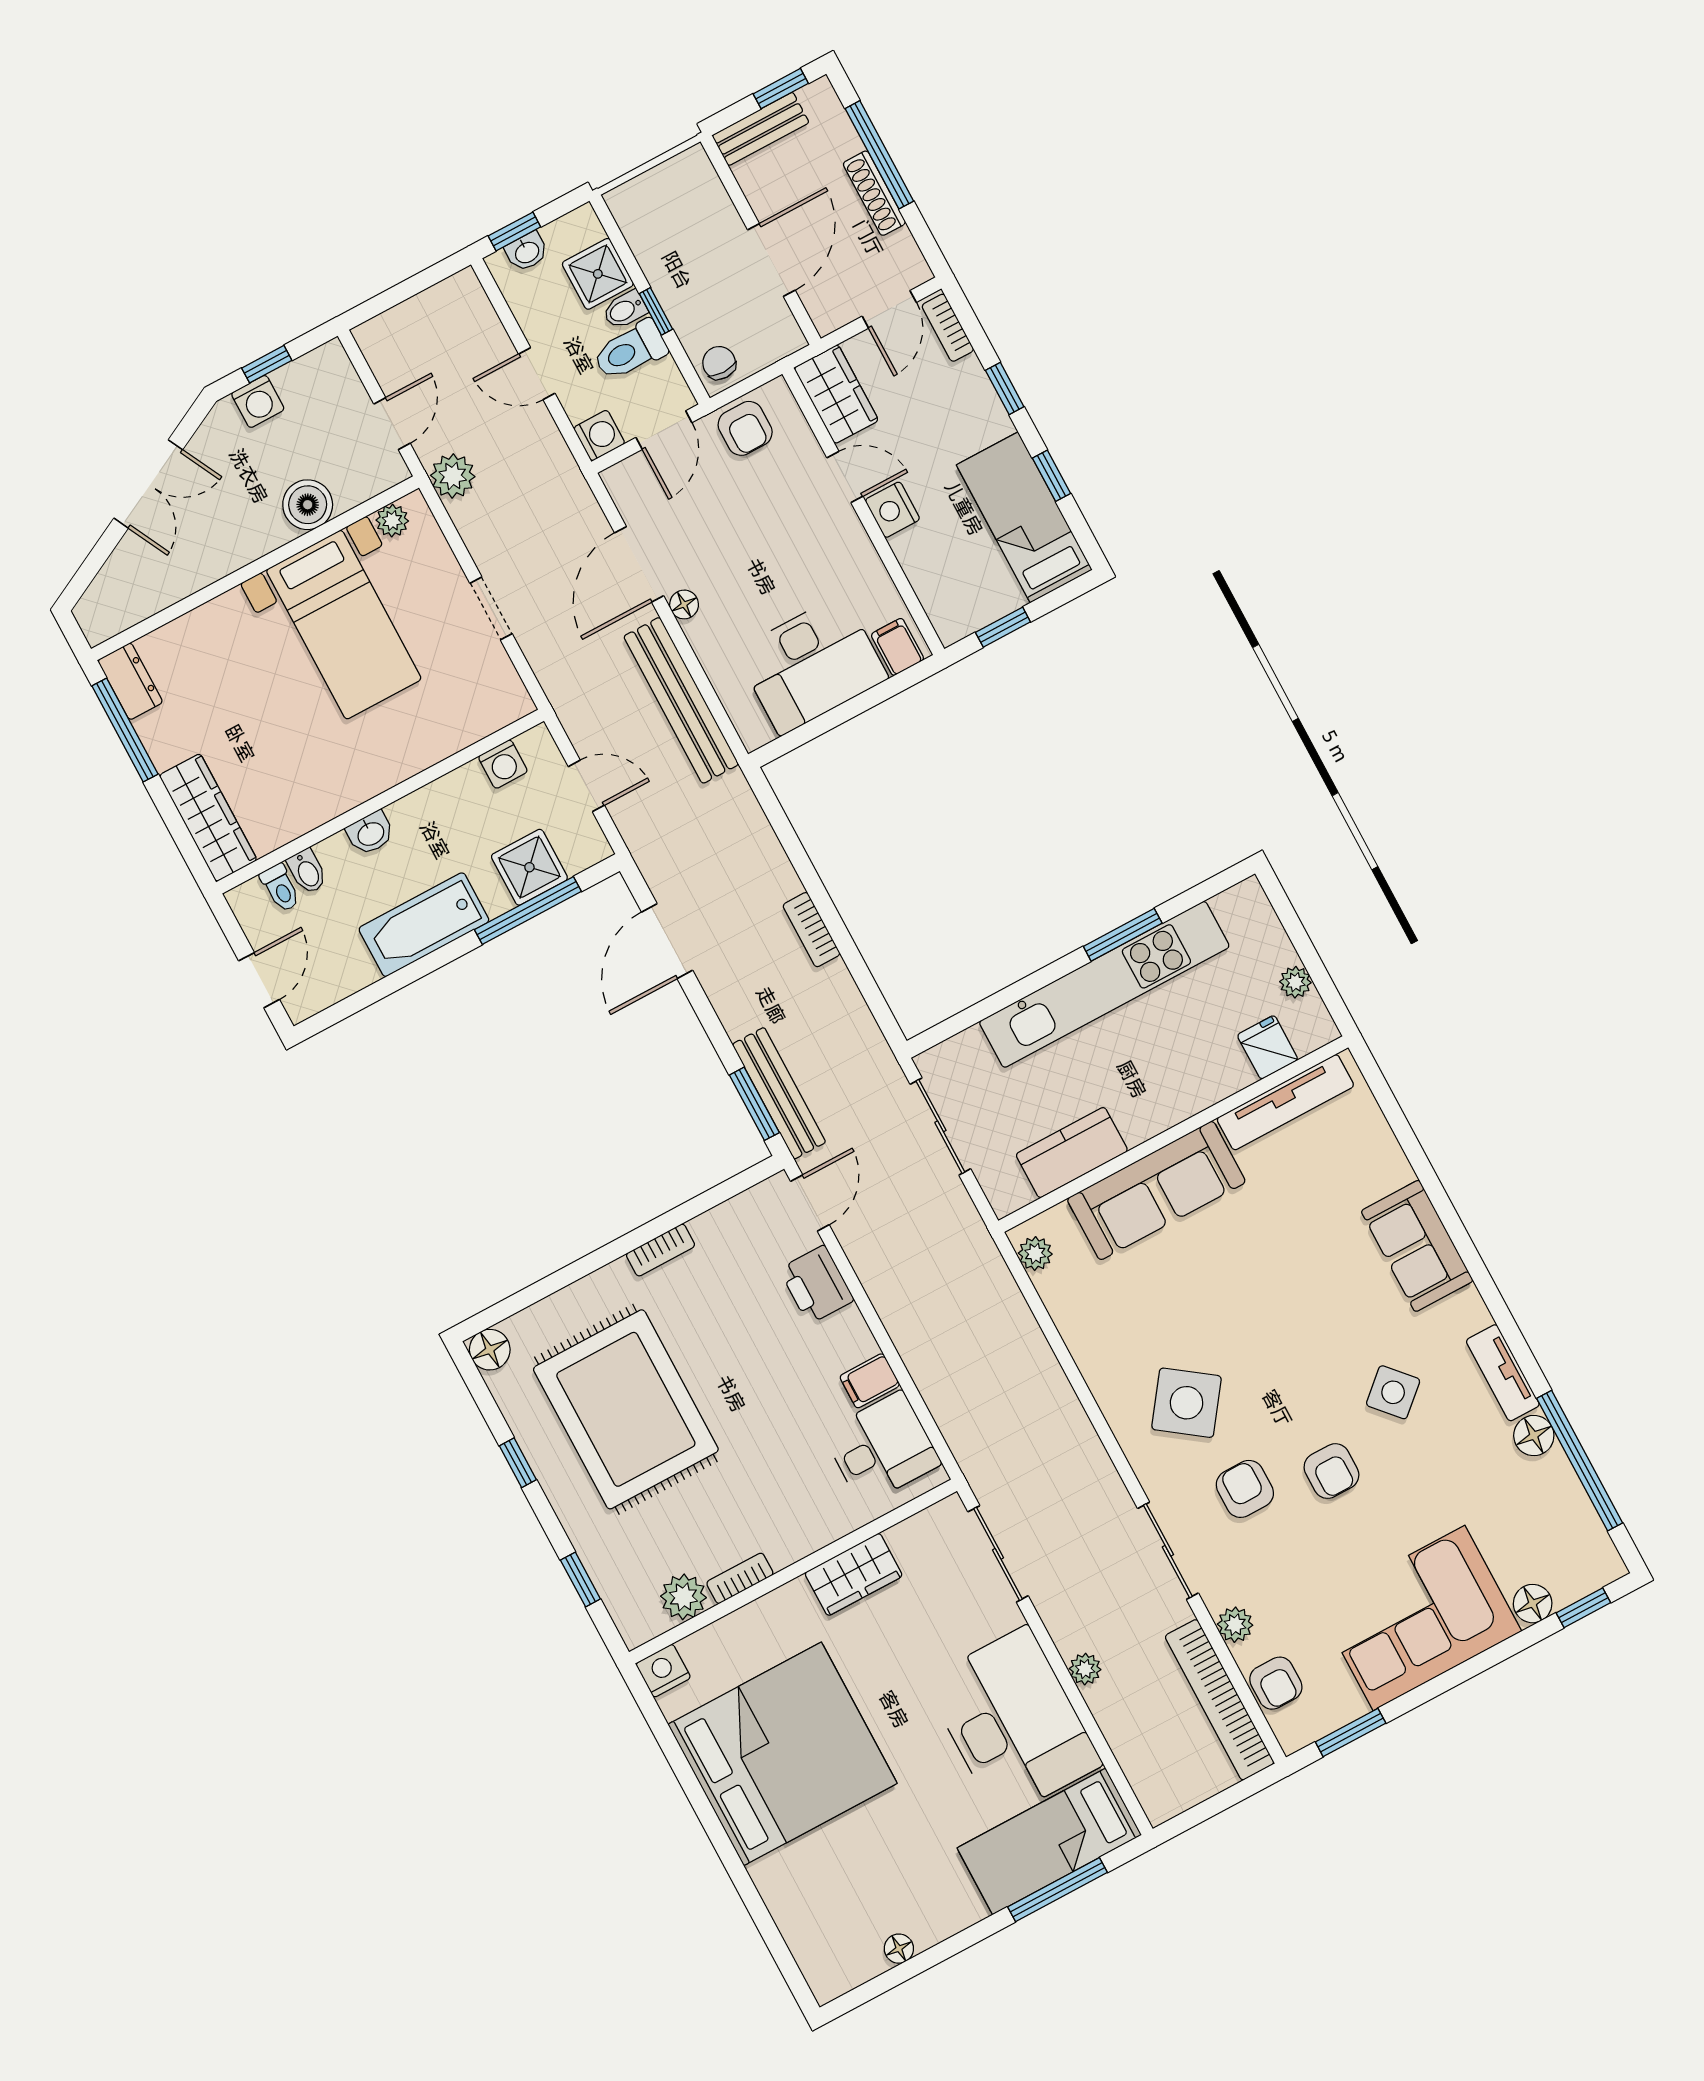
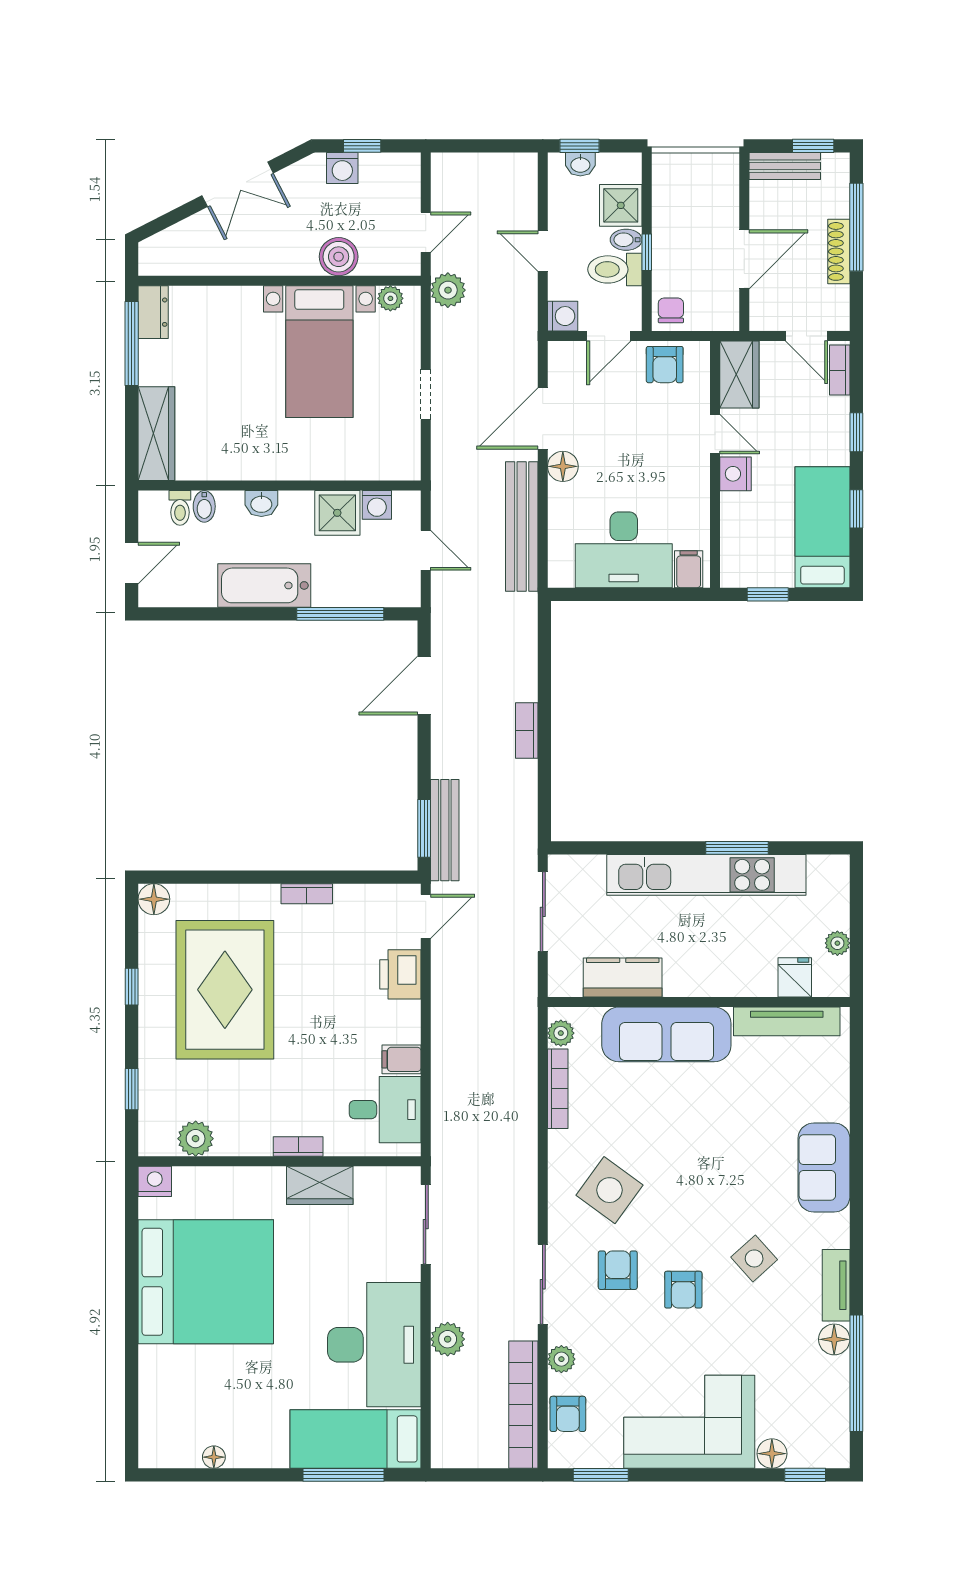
door: (889, 309) -> (806, 336), hinge flipped
floor lamp: (684, 604) -> (563, 466), width x1.37, depth x1.37
shower: (529, 867) -> (337, 513), moved
bookcase: (1066, 1319) -> (558, 1089), added
bookcase: (740, 1578) -> (298, 1147), moved
plant: (1085, 1669) -> (448, 1339), width x1.38, depth x1.38

